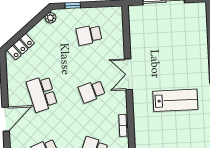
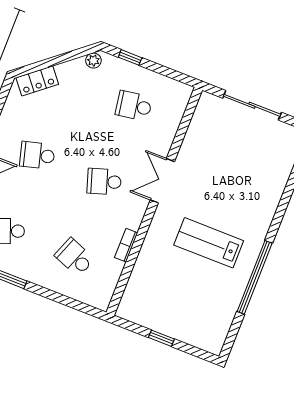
school desk: (42, 94) -> (37, 155), width x0.54
lab bench: (175, 100) -> (209, 243), turned 180

